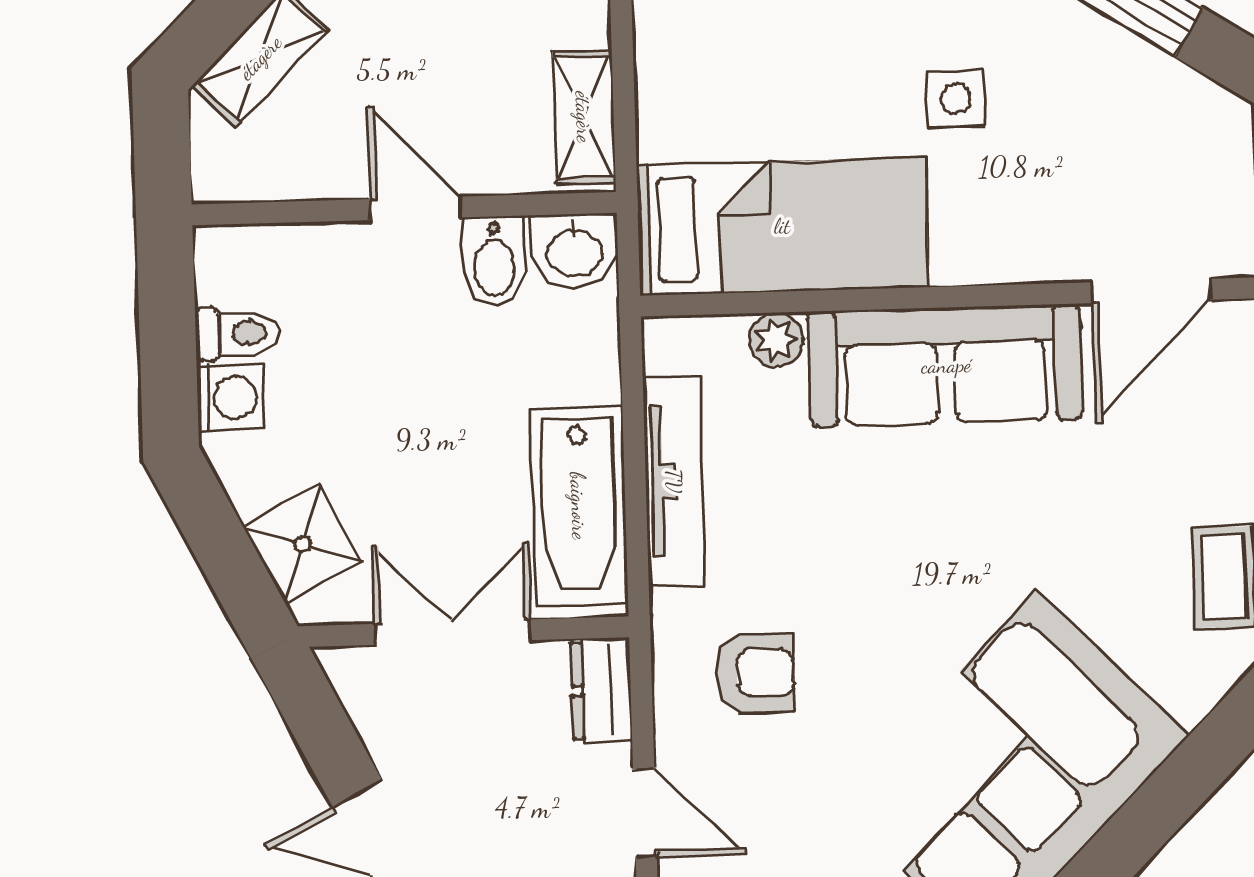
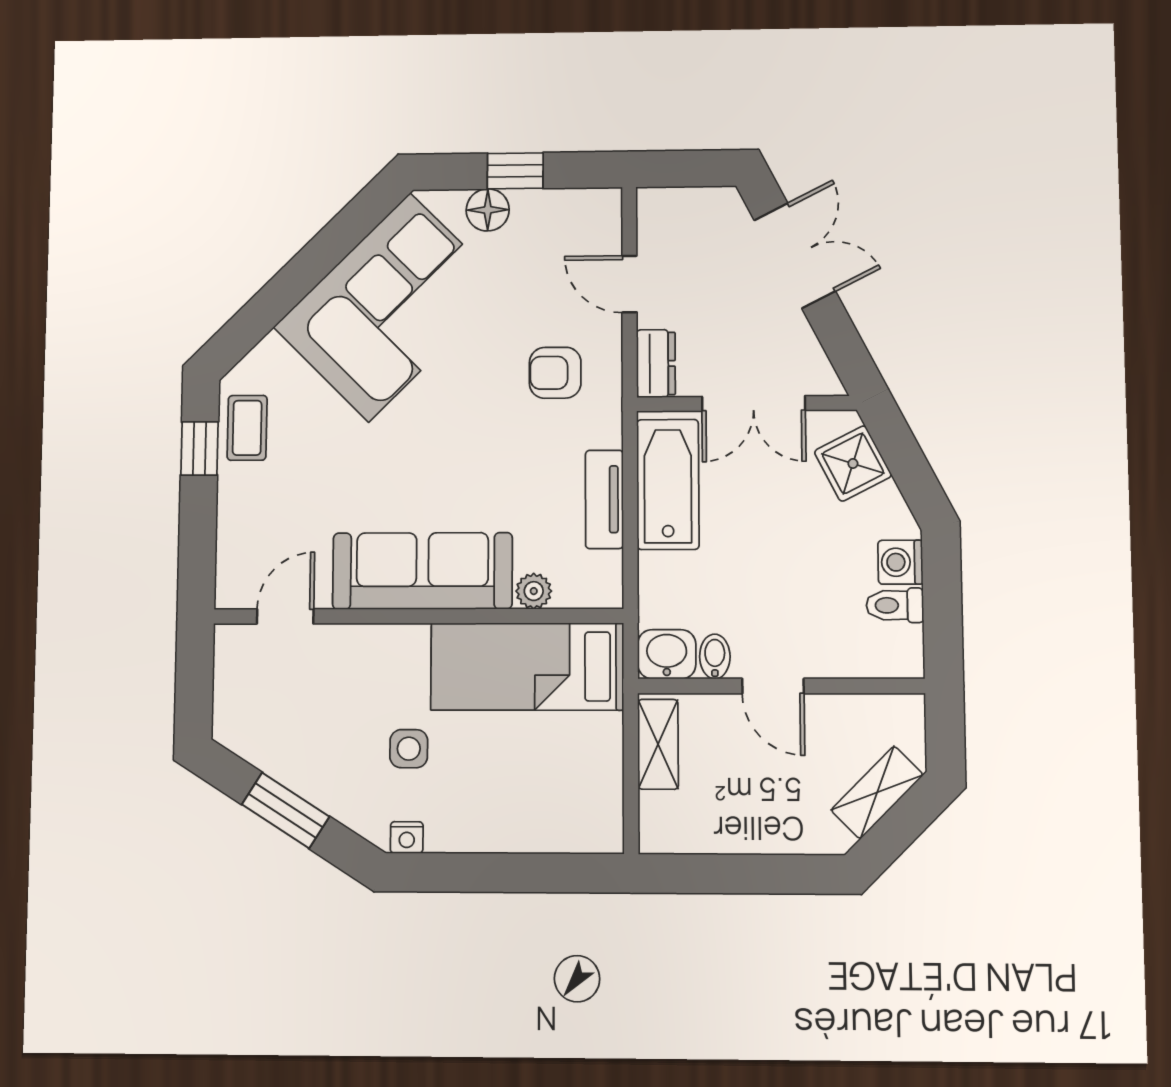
bidet: (495, 262) -> (715, 657), width x0.72, depth x0.74
door: (1151, 291) -> (285, 616), width x0.73
tv unit: (674, 481) -> (604, 499), width x0.71

